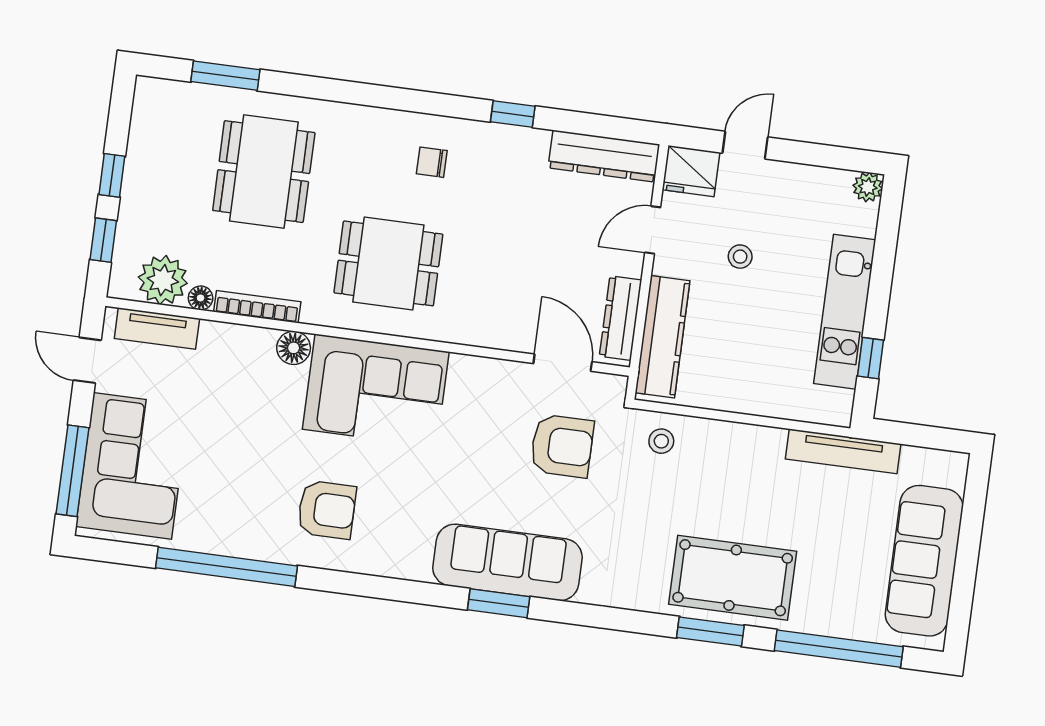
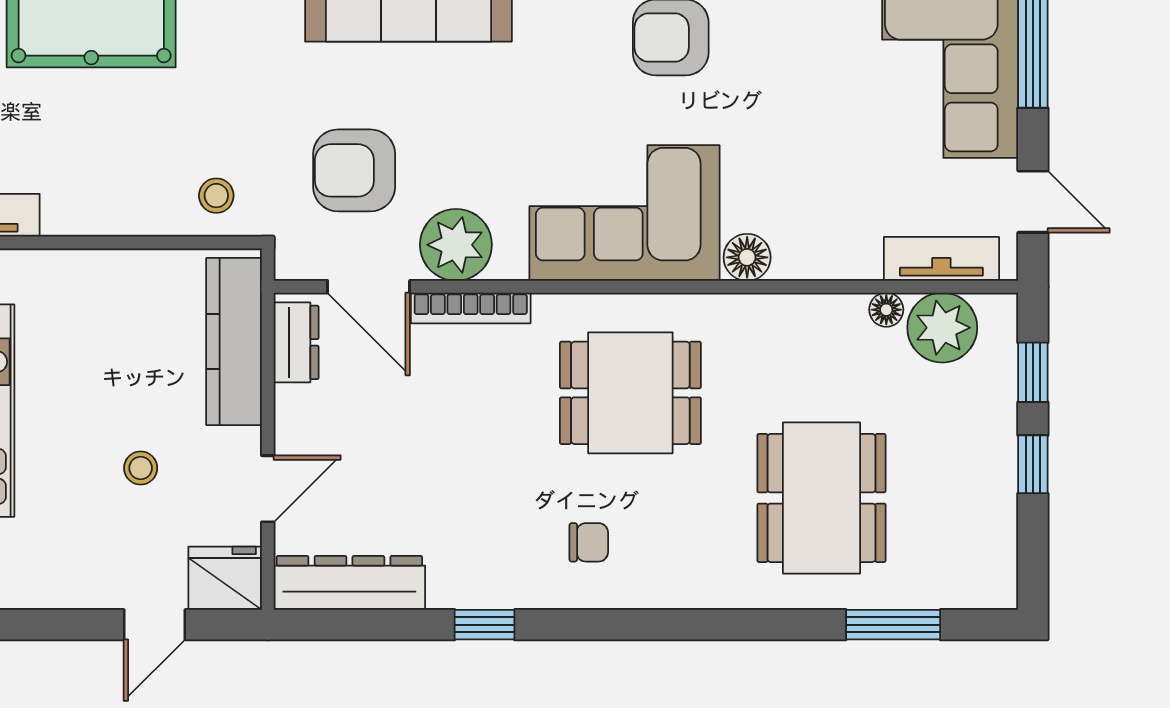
bookcase: (257, 307) -> (471, 308), moved
dresser: (621, 318) -> (296, 342), width x0.70
plant: (497, 384) -> (456, 245), added

